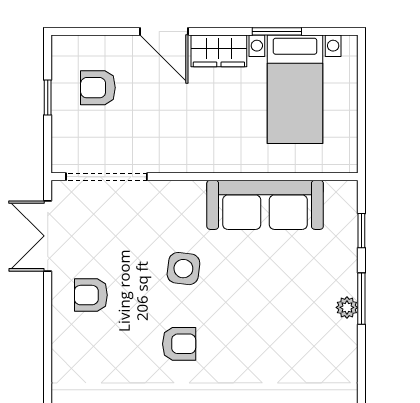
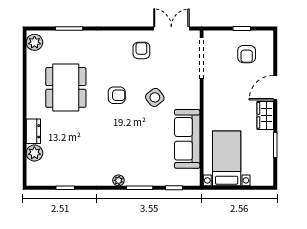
armchair: (98, 88) -> (247, 54), turned 180
bed with nightstands: (295, 89) -> (227, 158), moved, turned 90
side table: (183, 269) -> (155, 97), turned 45
plant: (347, 307) -> (118, 180), moved
armchair: (179, 344) -> (117, 95), turned -90

